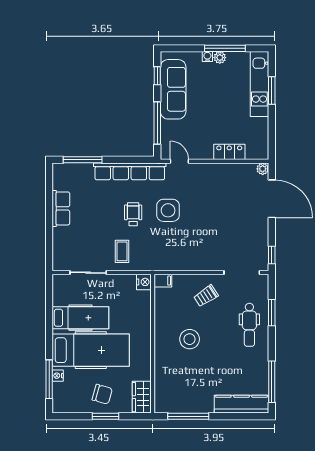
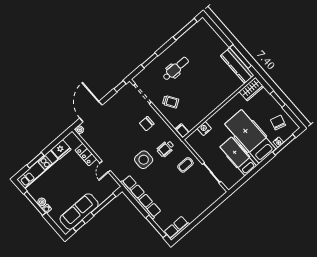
fridge: (259, 129) -> (61, 149), added
door: (179, 161) -> (105, 167), moved
row of seats: (61, 208) -> (177, 228), moved
wheelchair: (133, 214) -> (166, 149), moved
chair: (205, 249) -> (147, 124), added
nightstand: (144, 282) -> (204, 129), moved
dental chair: (249, 325) -> (176, 69), moved
stool: (190, 339) -> (200, 91), removed
chair: (102, 394) -> (278, 123), moved
kitchen counter: (241, 404) -> (237, 66), moved

